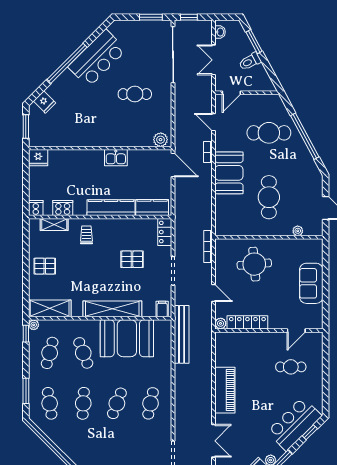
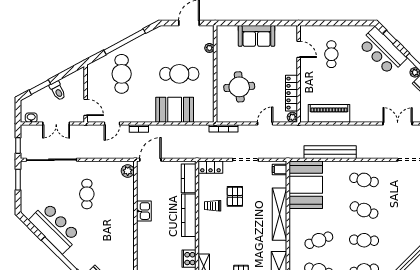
booth: (229, 173) -> (175, 110), moved
trolley: (86, 235) -> (213, 206), moved
bench: (182, 334) -> (330, 152), moved
booth: (127, 338) -> (306, 185), moved
piano: (225, 390) -> (329, 113), moved

